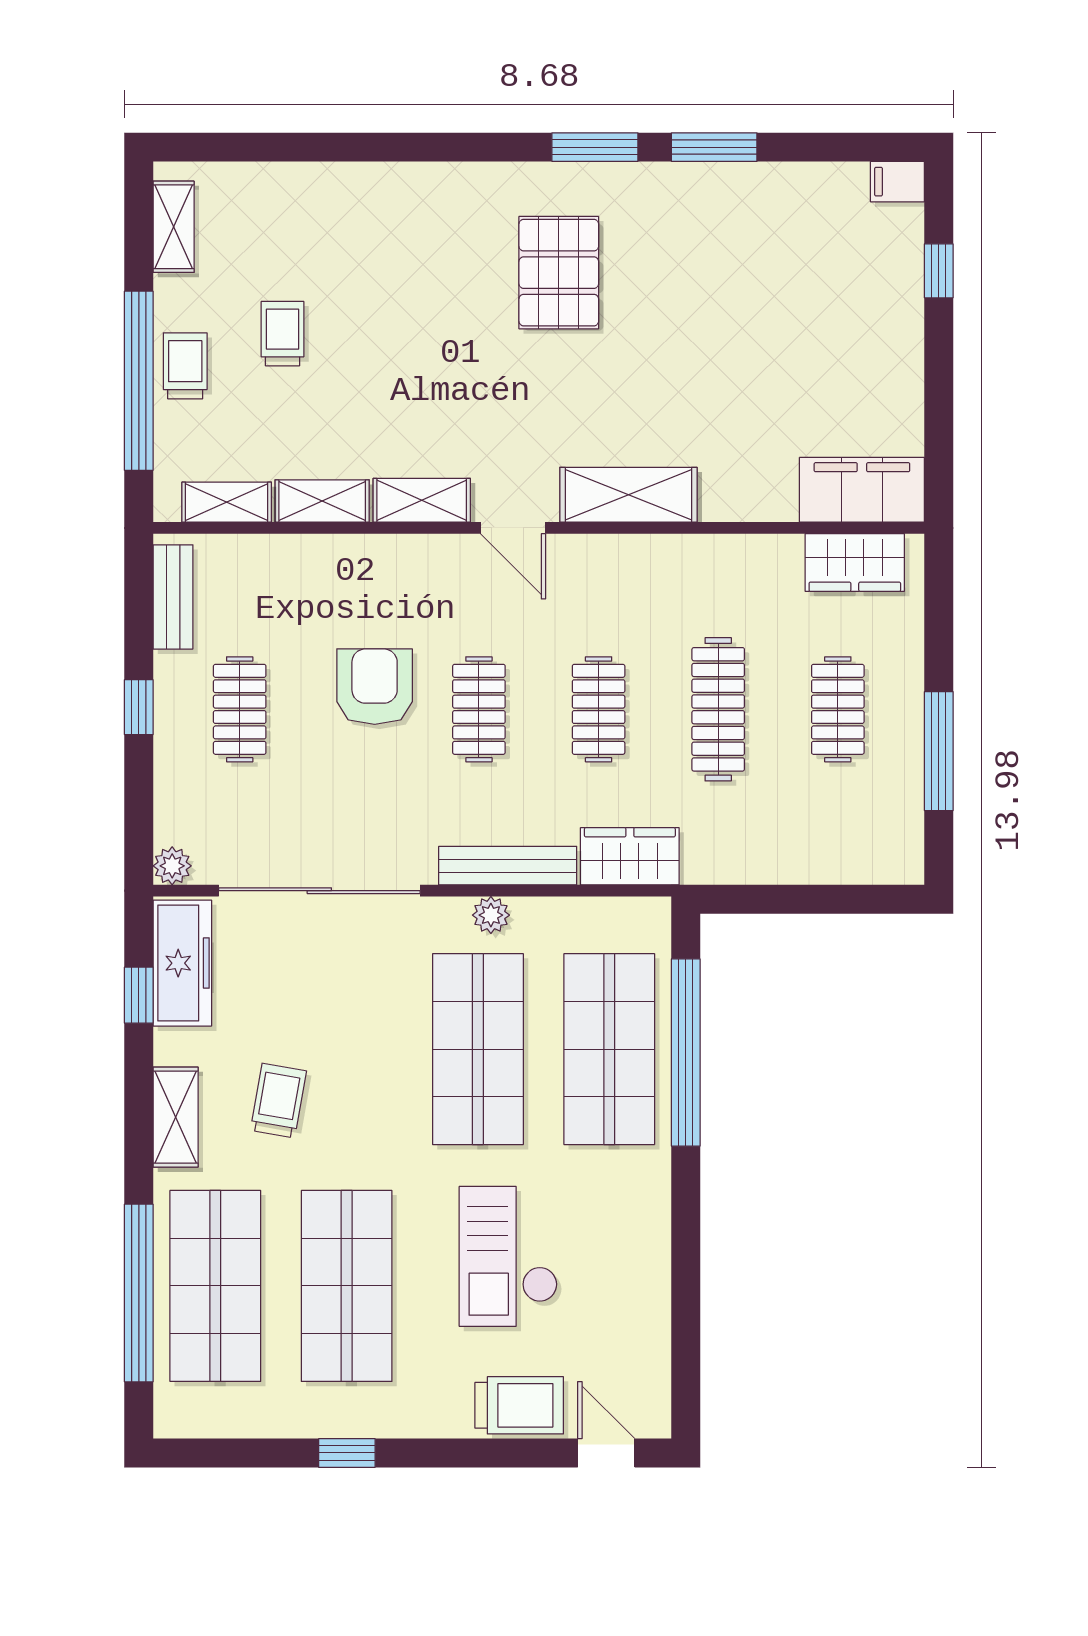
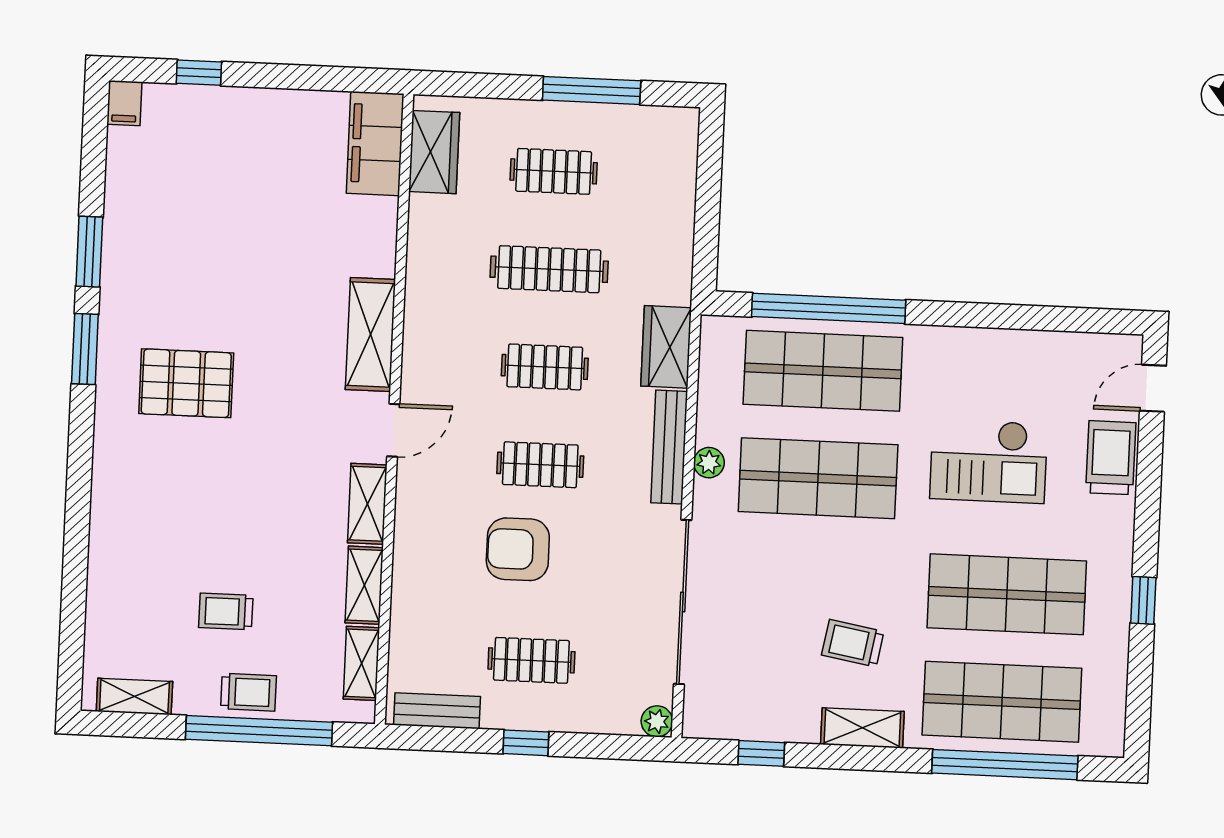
trolley: (185, 366) -> (249, 692), turned 180
freezer: (182, 963) -> (737, 717), removed

